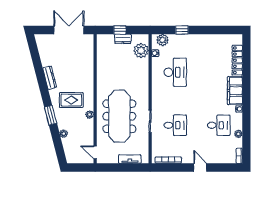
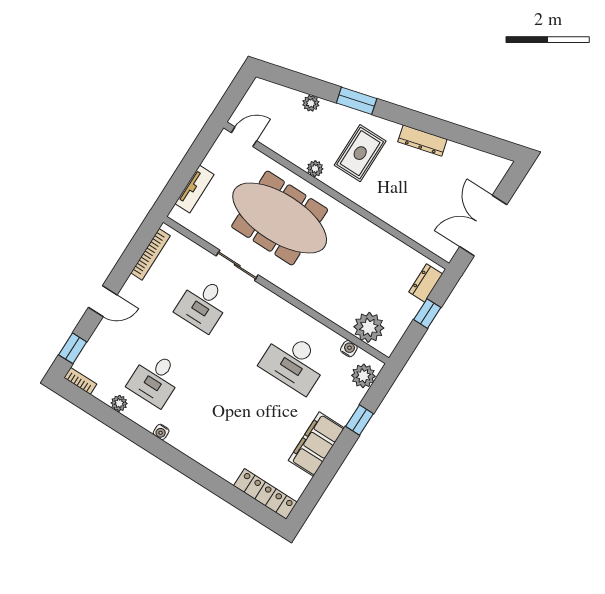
double door: (69, 30) -> (483, 226), swing flipped
dresser: (123, 39) -> (426, 283), moved
locker: (237, 60) -> (265, 494), moved
filing cabinet: (235, 91) -> (316, 444), moved, turned -90
window: (228, 167) -> (73, 348), added

